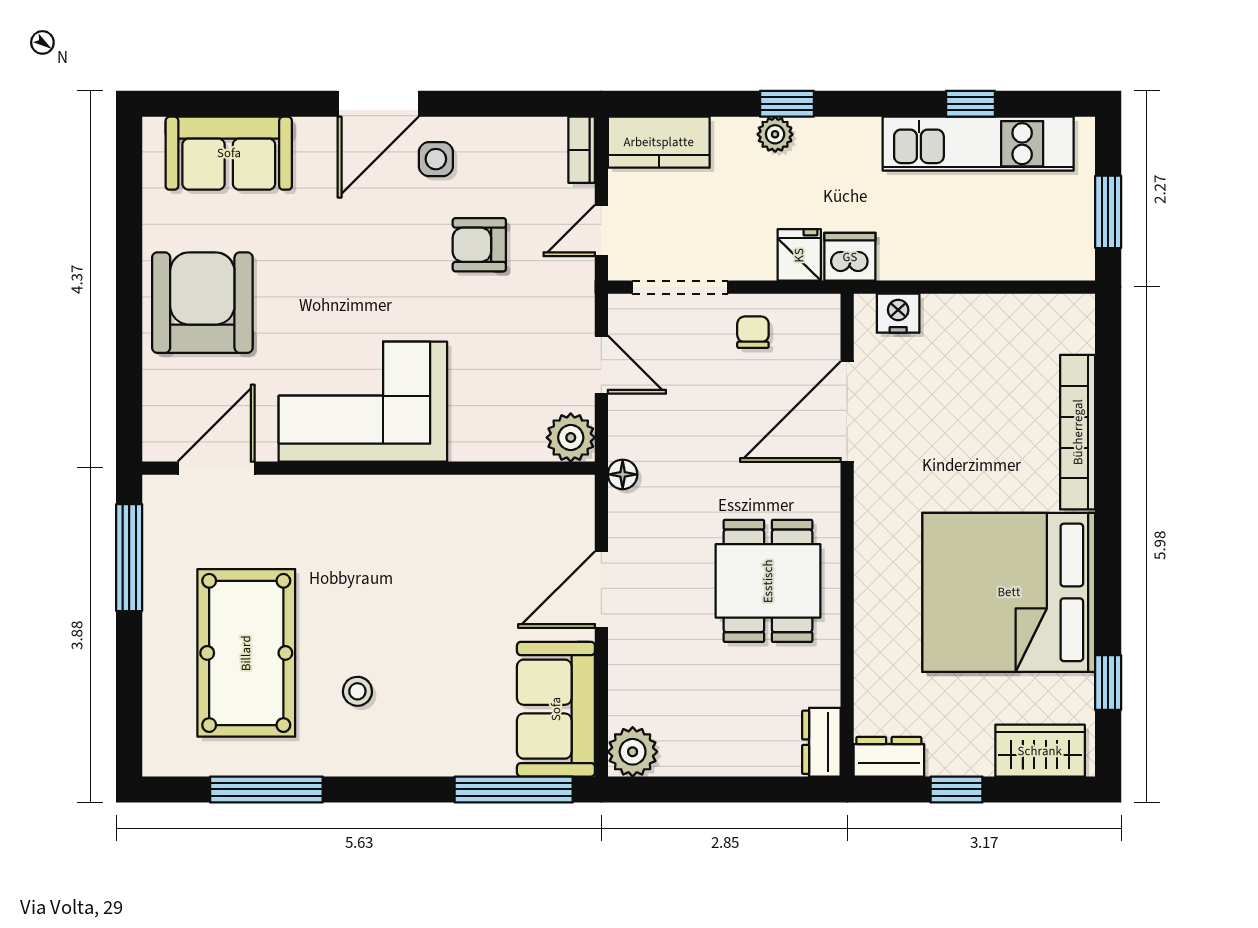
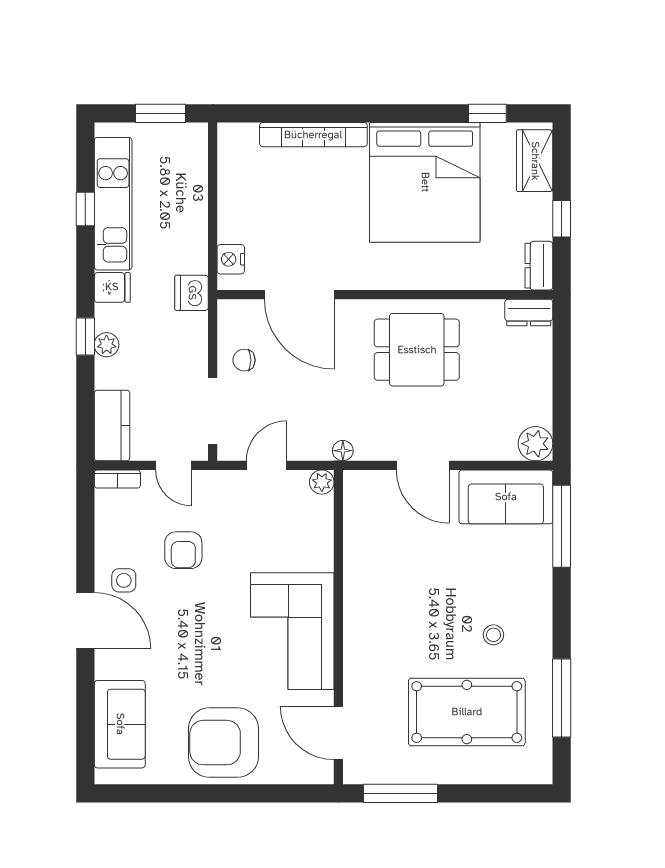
fridge: (799, 255) -> (112, 287), moved, turned 180
plant: (571, 438) -> (322, 482), width x0.73, depth x0.73

